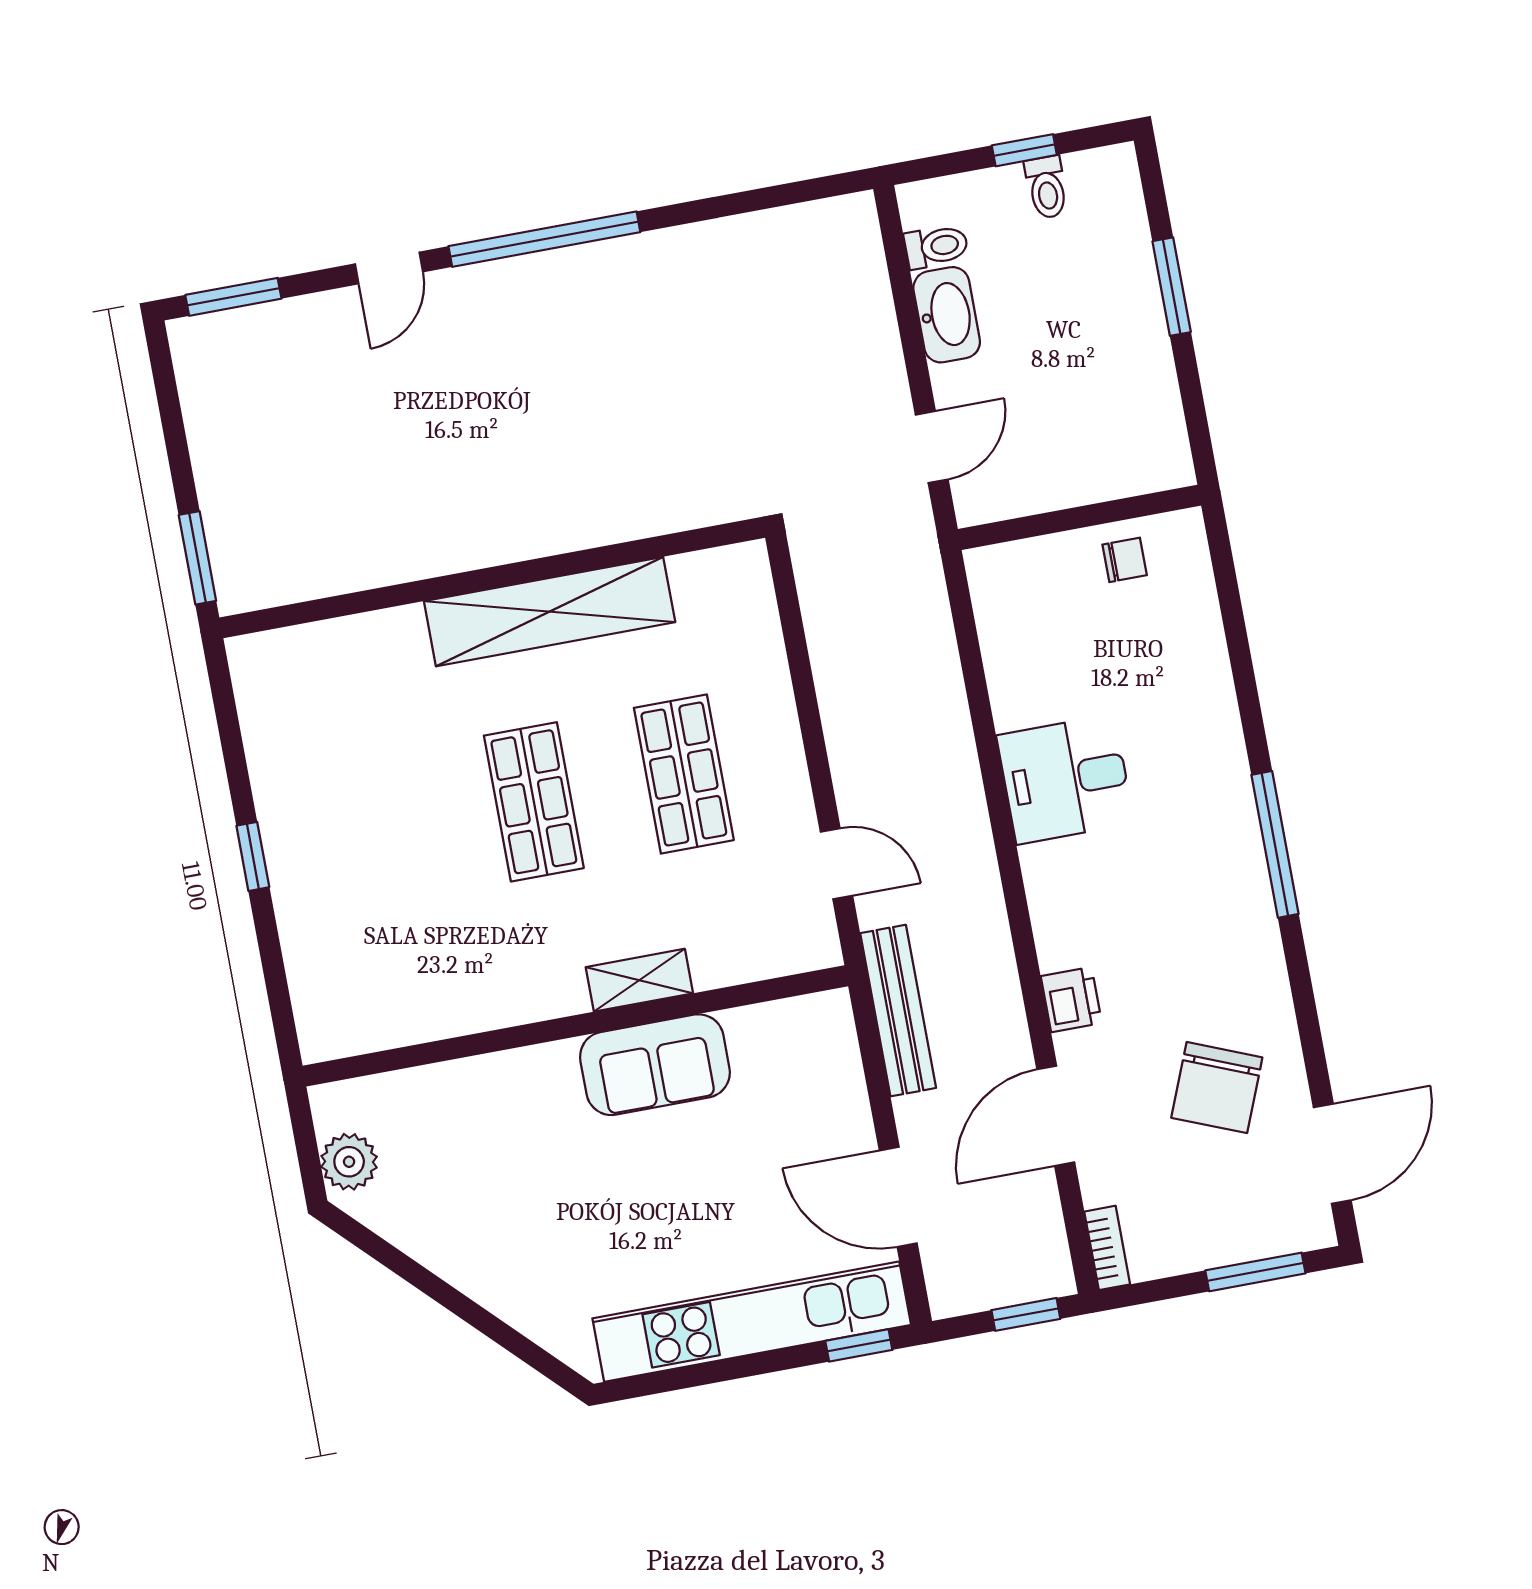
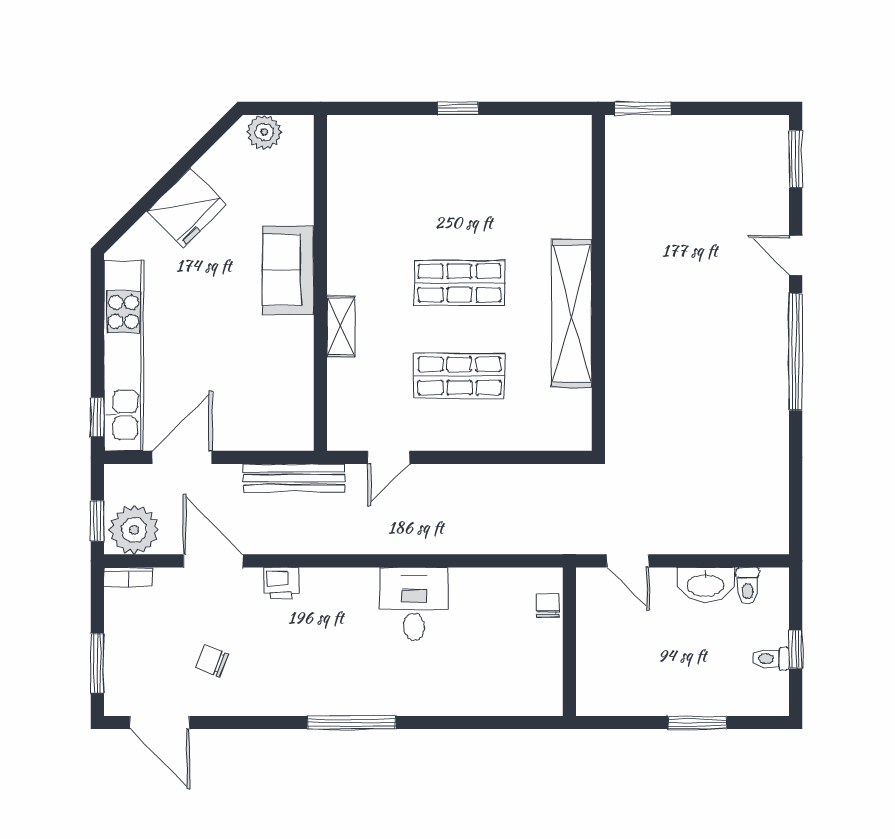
chair: (1125, 560) -> (548, 606), moved, turned 180
sofa: (655, 1065) -> (288, 270), moved
chair: (1217, 1088) -> (212, 661), width x0.54, depth x0.54
plant: (1029, 1252) -> (134, 530), added
fridge: (494, 1264) -> (187, 208), added

